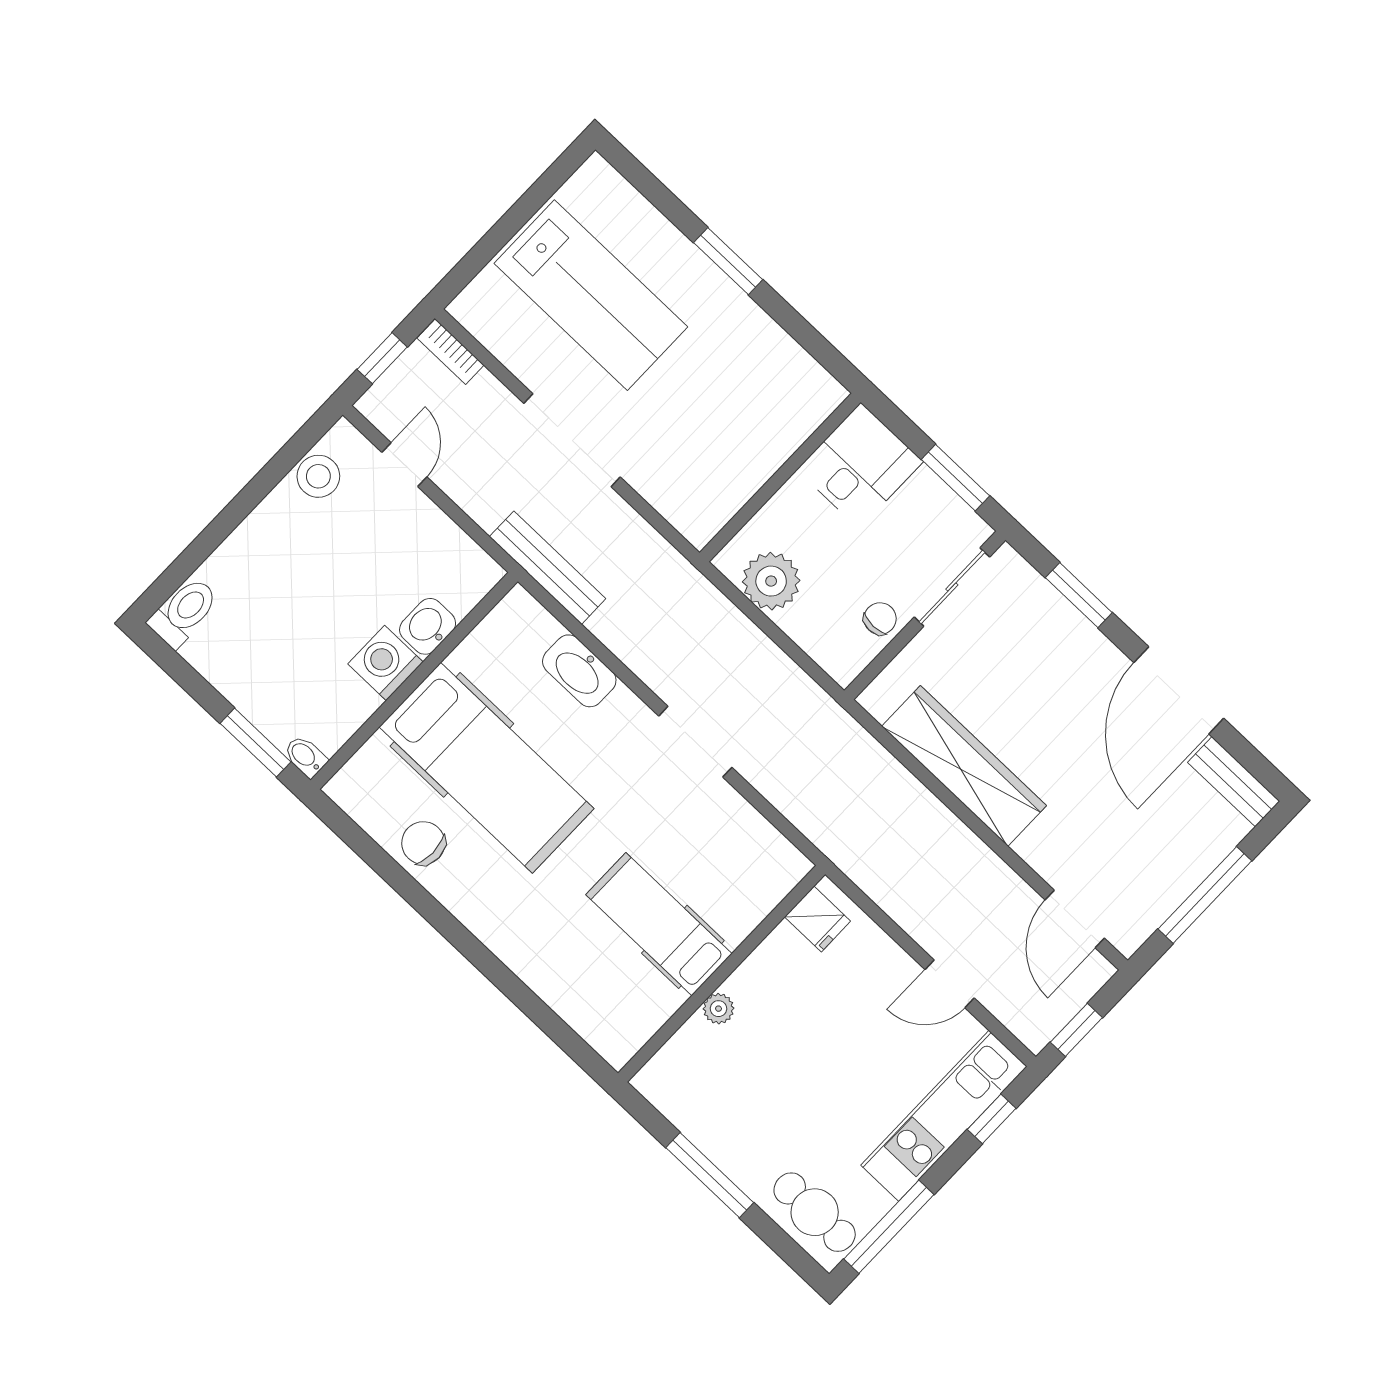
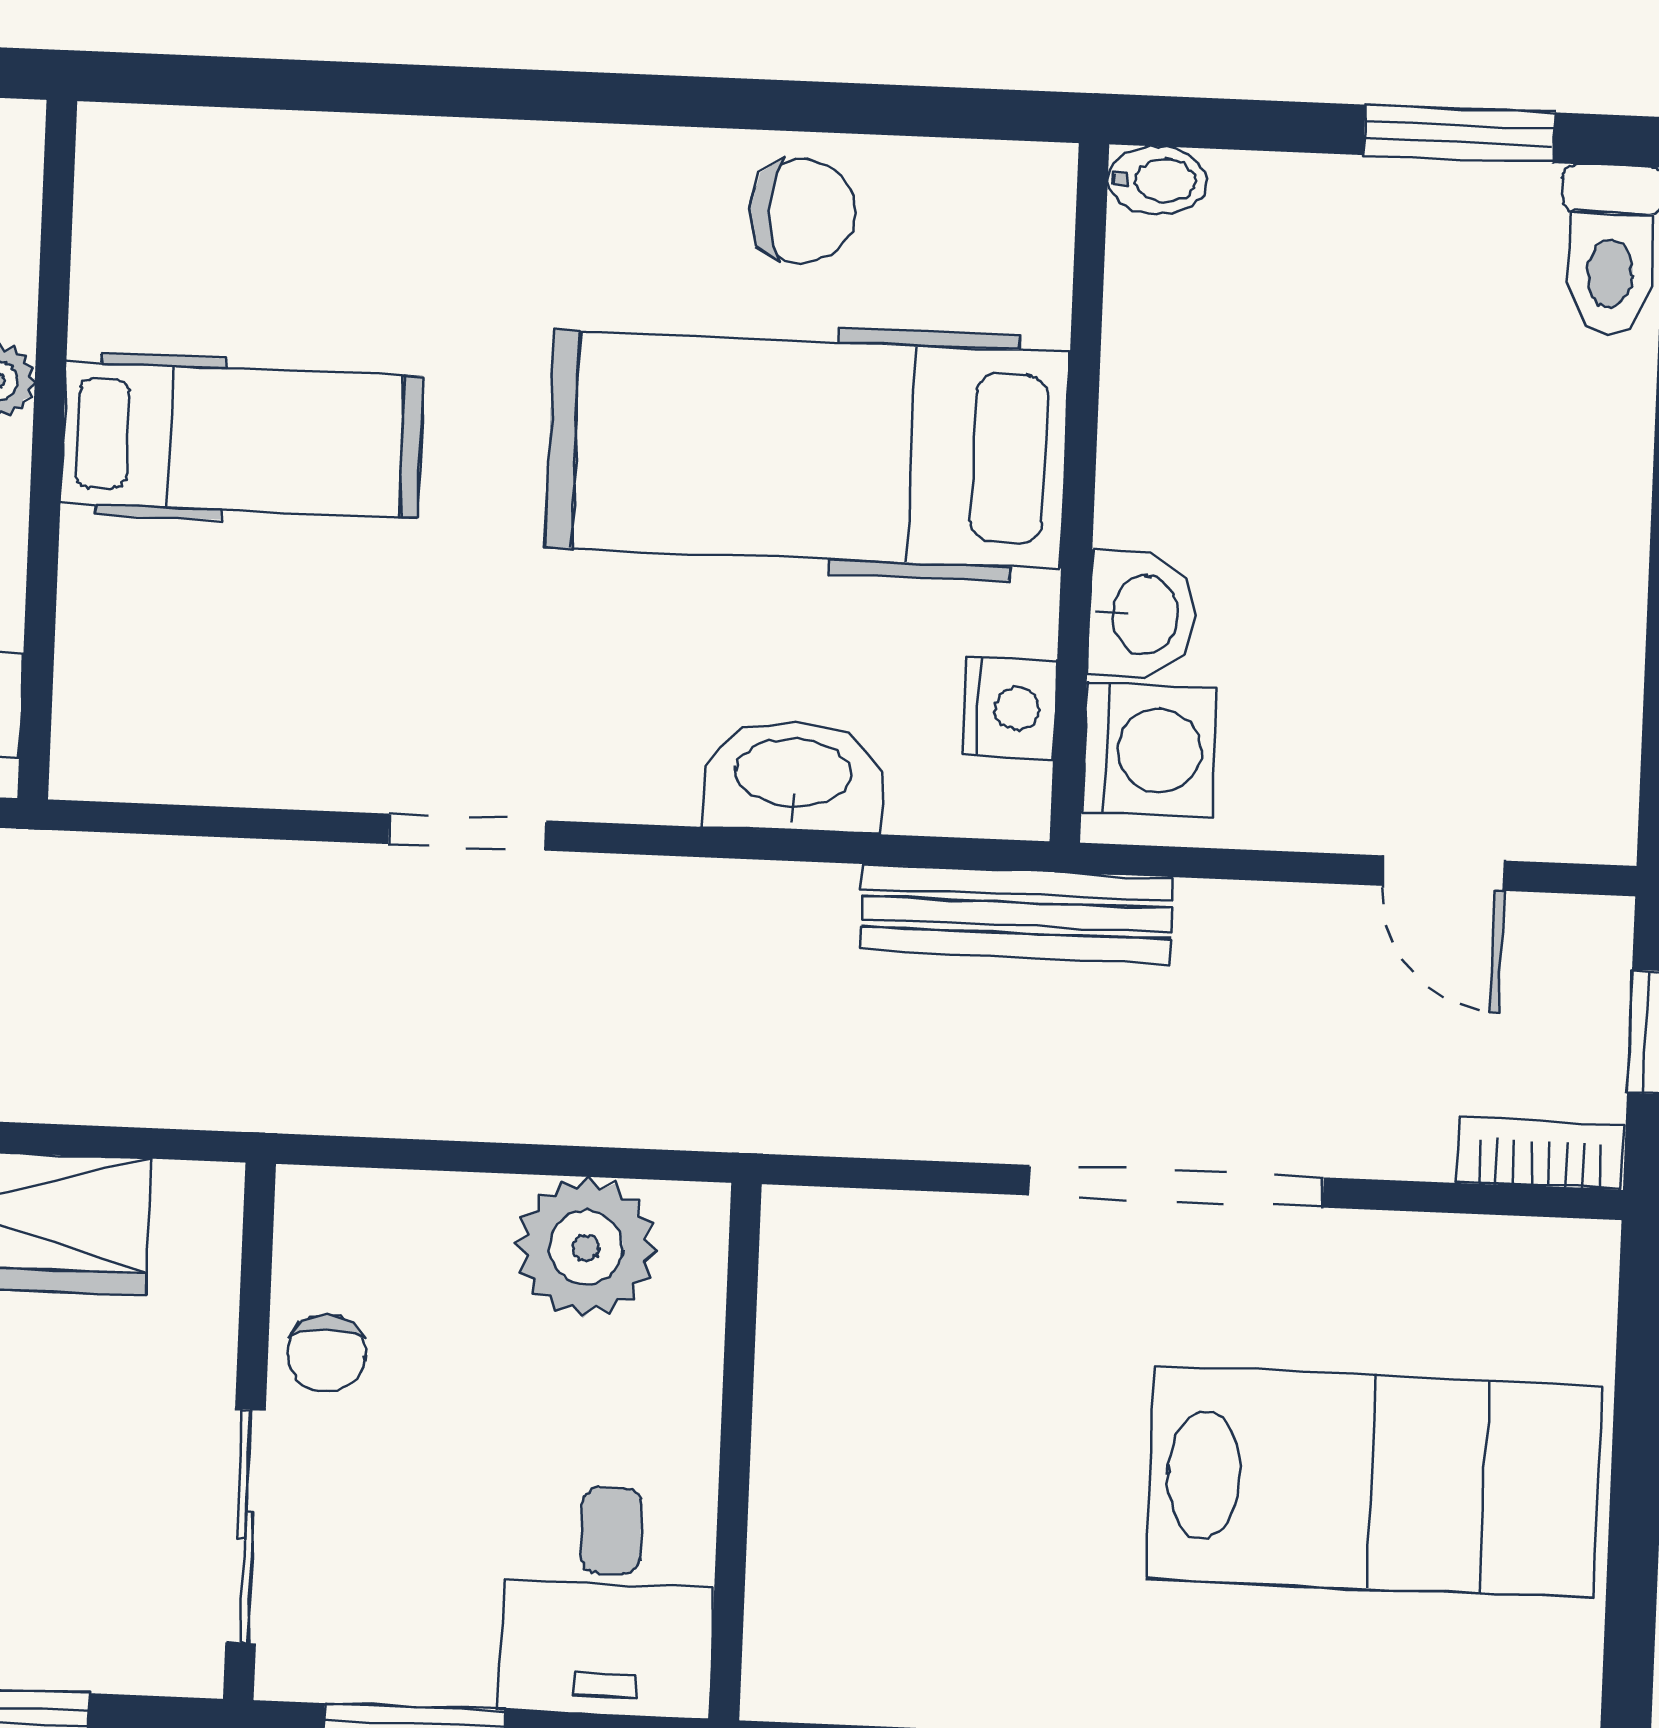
lab bench: (591, 295) -> (1374, 1482), turned 180
stool: (318, 476) -> (1582, 714), removed
nightstand: (494, 633) -> (1010, 708), added
washing machine: (385, 663) -> (1149, 750), moved
doorway: (695, 742) -> (467, 832), width x0.73
window: (255, 743) -> (1459, 134), moved

